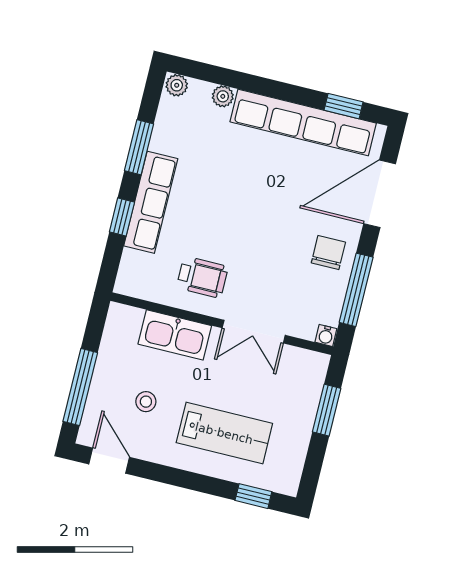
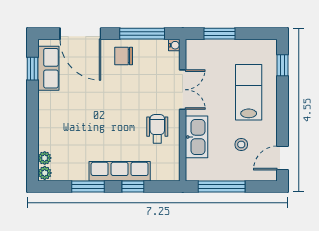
plant: (223, 96) -> (45, 158), moved
row of seats: (303, 122) -> (48, 68), width x0.50
window: (80, 387) -> (222, 187), moved

